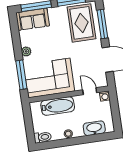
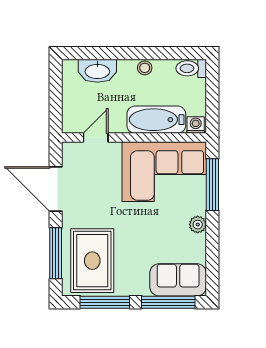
door: (90, 91) -> (96, 138), swing flipped
washing machine: (105, 96) -> (196, 125), moved

